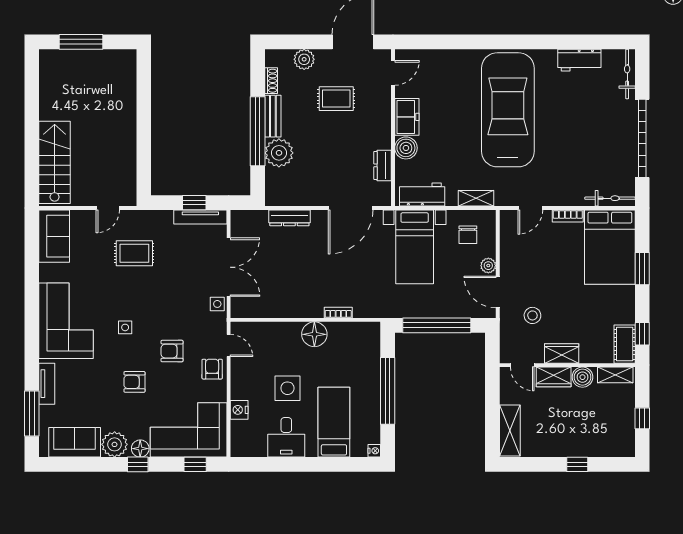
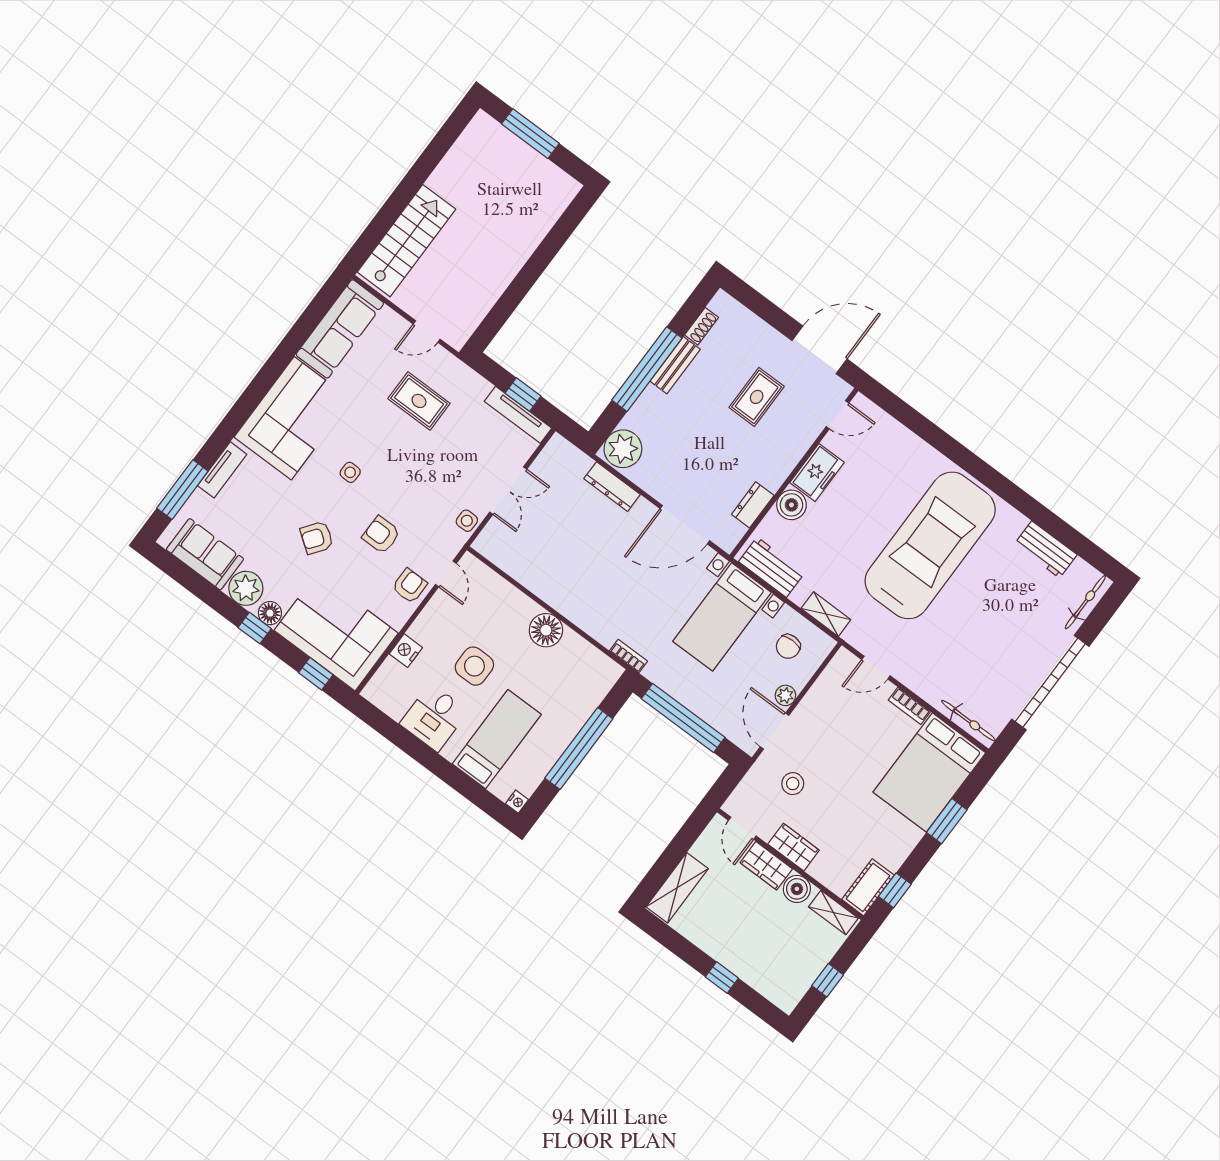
plant: (304, 59) -> (754, 330), removed
rug: (336, 99) -> (757, 397), turned 90
plant: (279, 153) -> (623, 449), moved
sofa: (54, 236) -> (340, 329), width x1.36
double door: (229, 267) -> (508, 491), width x0.73
bookcase: (338, 313) -> (629, 656), moved
armchair: (134, 382) -> (317, 538), turned -54

